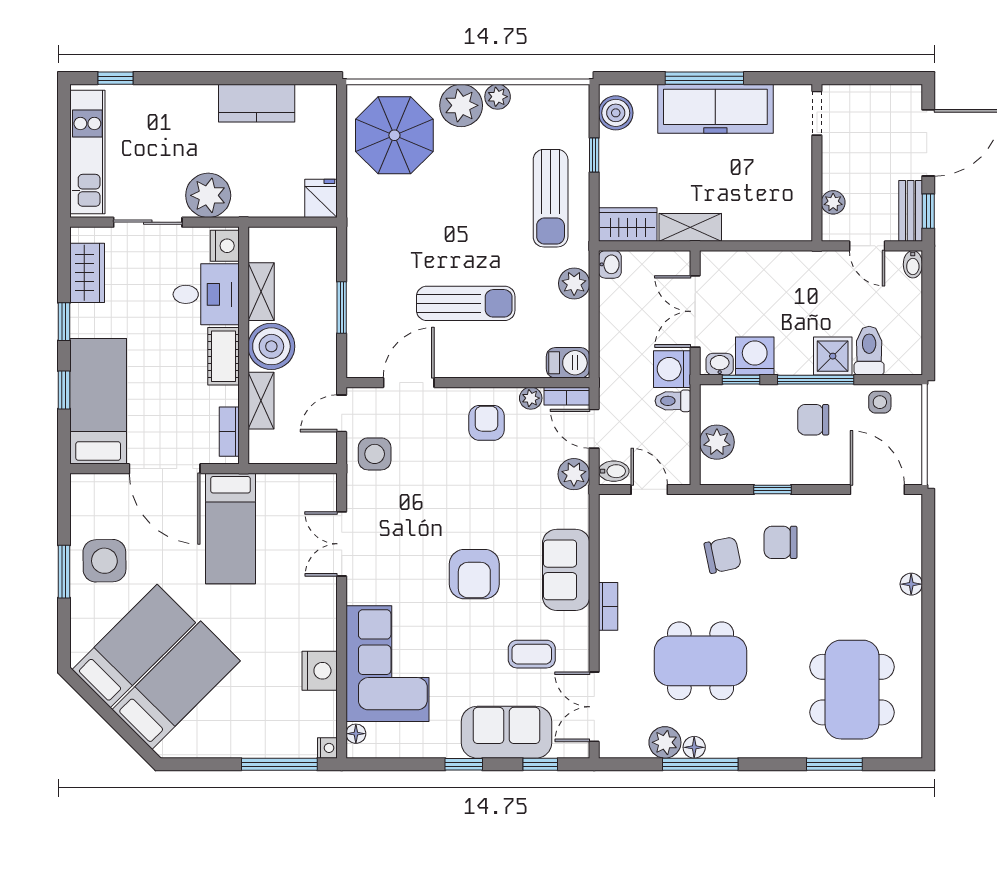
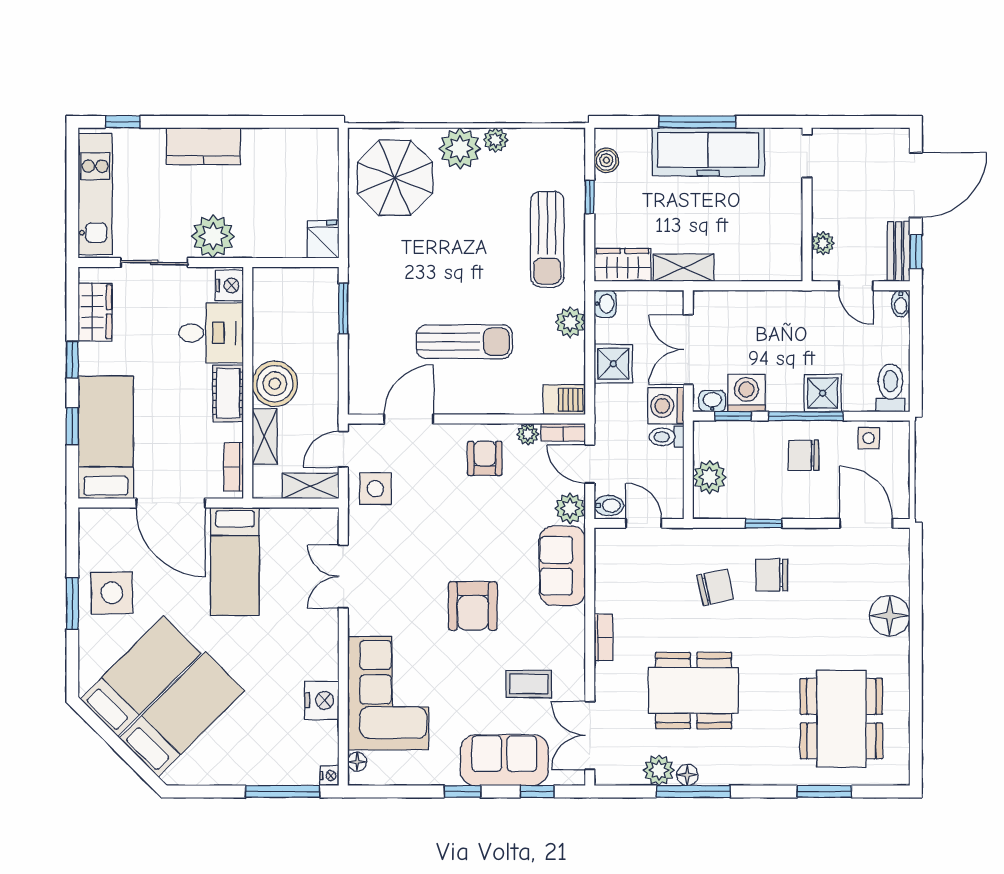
kitchen counter: (257, 103) -> (203, 146), moved
boiler: (616, 113) -> (606, 160), width x0.73, depth x0.73
shelving: (261, 292) -> (311, 486), moved, turned 90
window: (342, 308) -> (343, 308), moved
shower: (618, 326) -> (613, 364), added
toilet: (869, 351) -> (891, 388), moved
sofa: (566, 570) -> (562, 566), moved
floor lamp: (911, 584) -> (890, 616), width x1.89, depth x1.89

